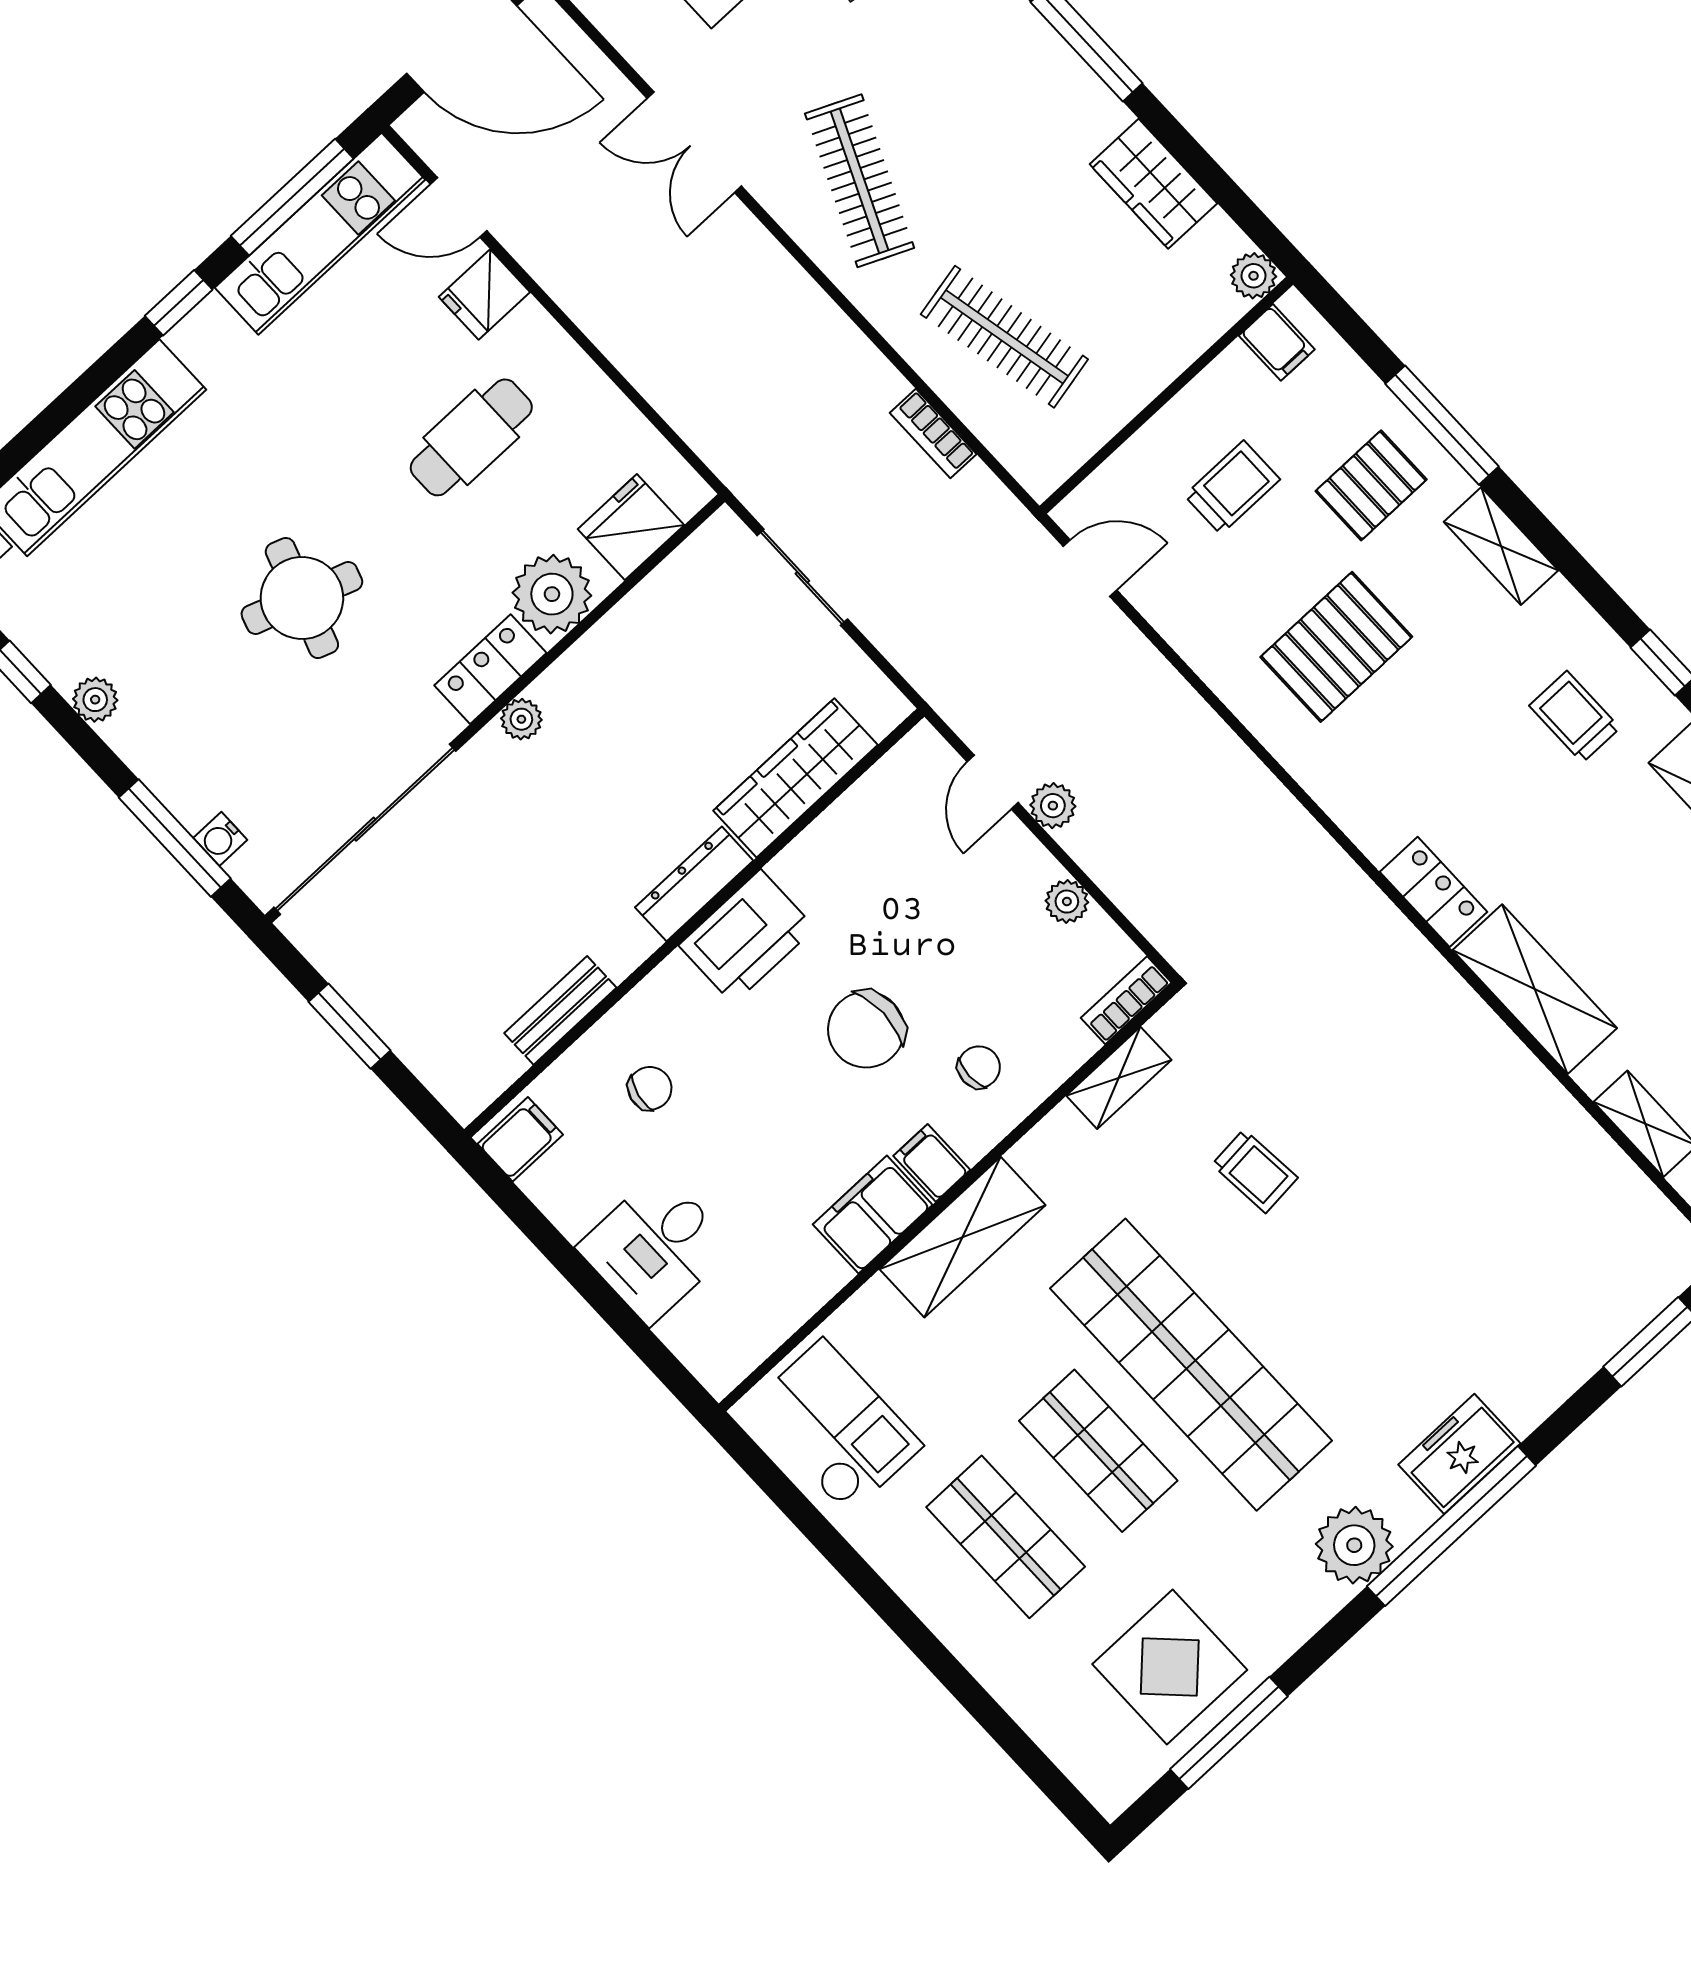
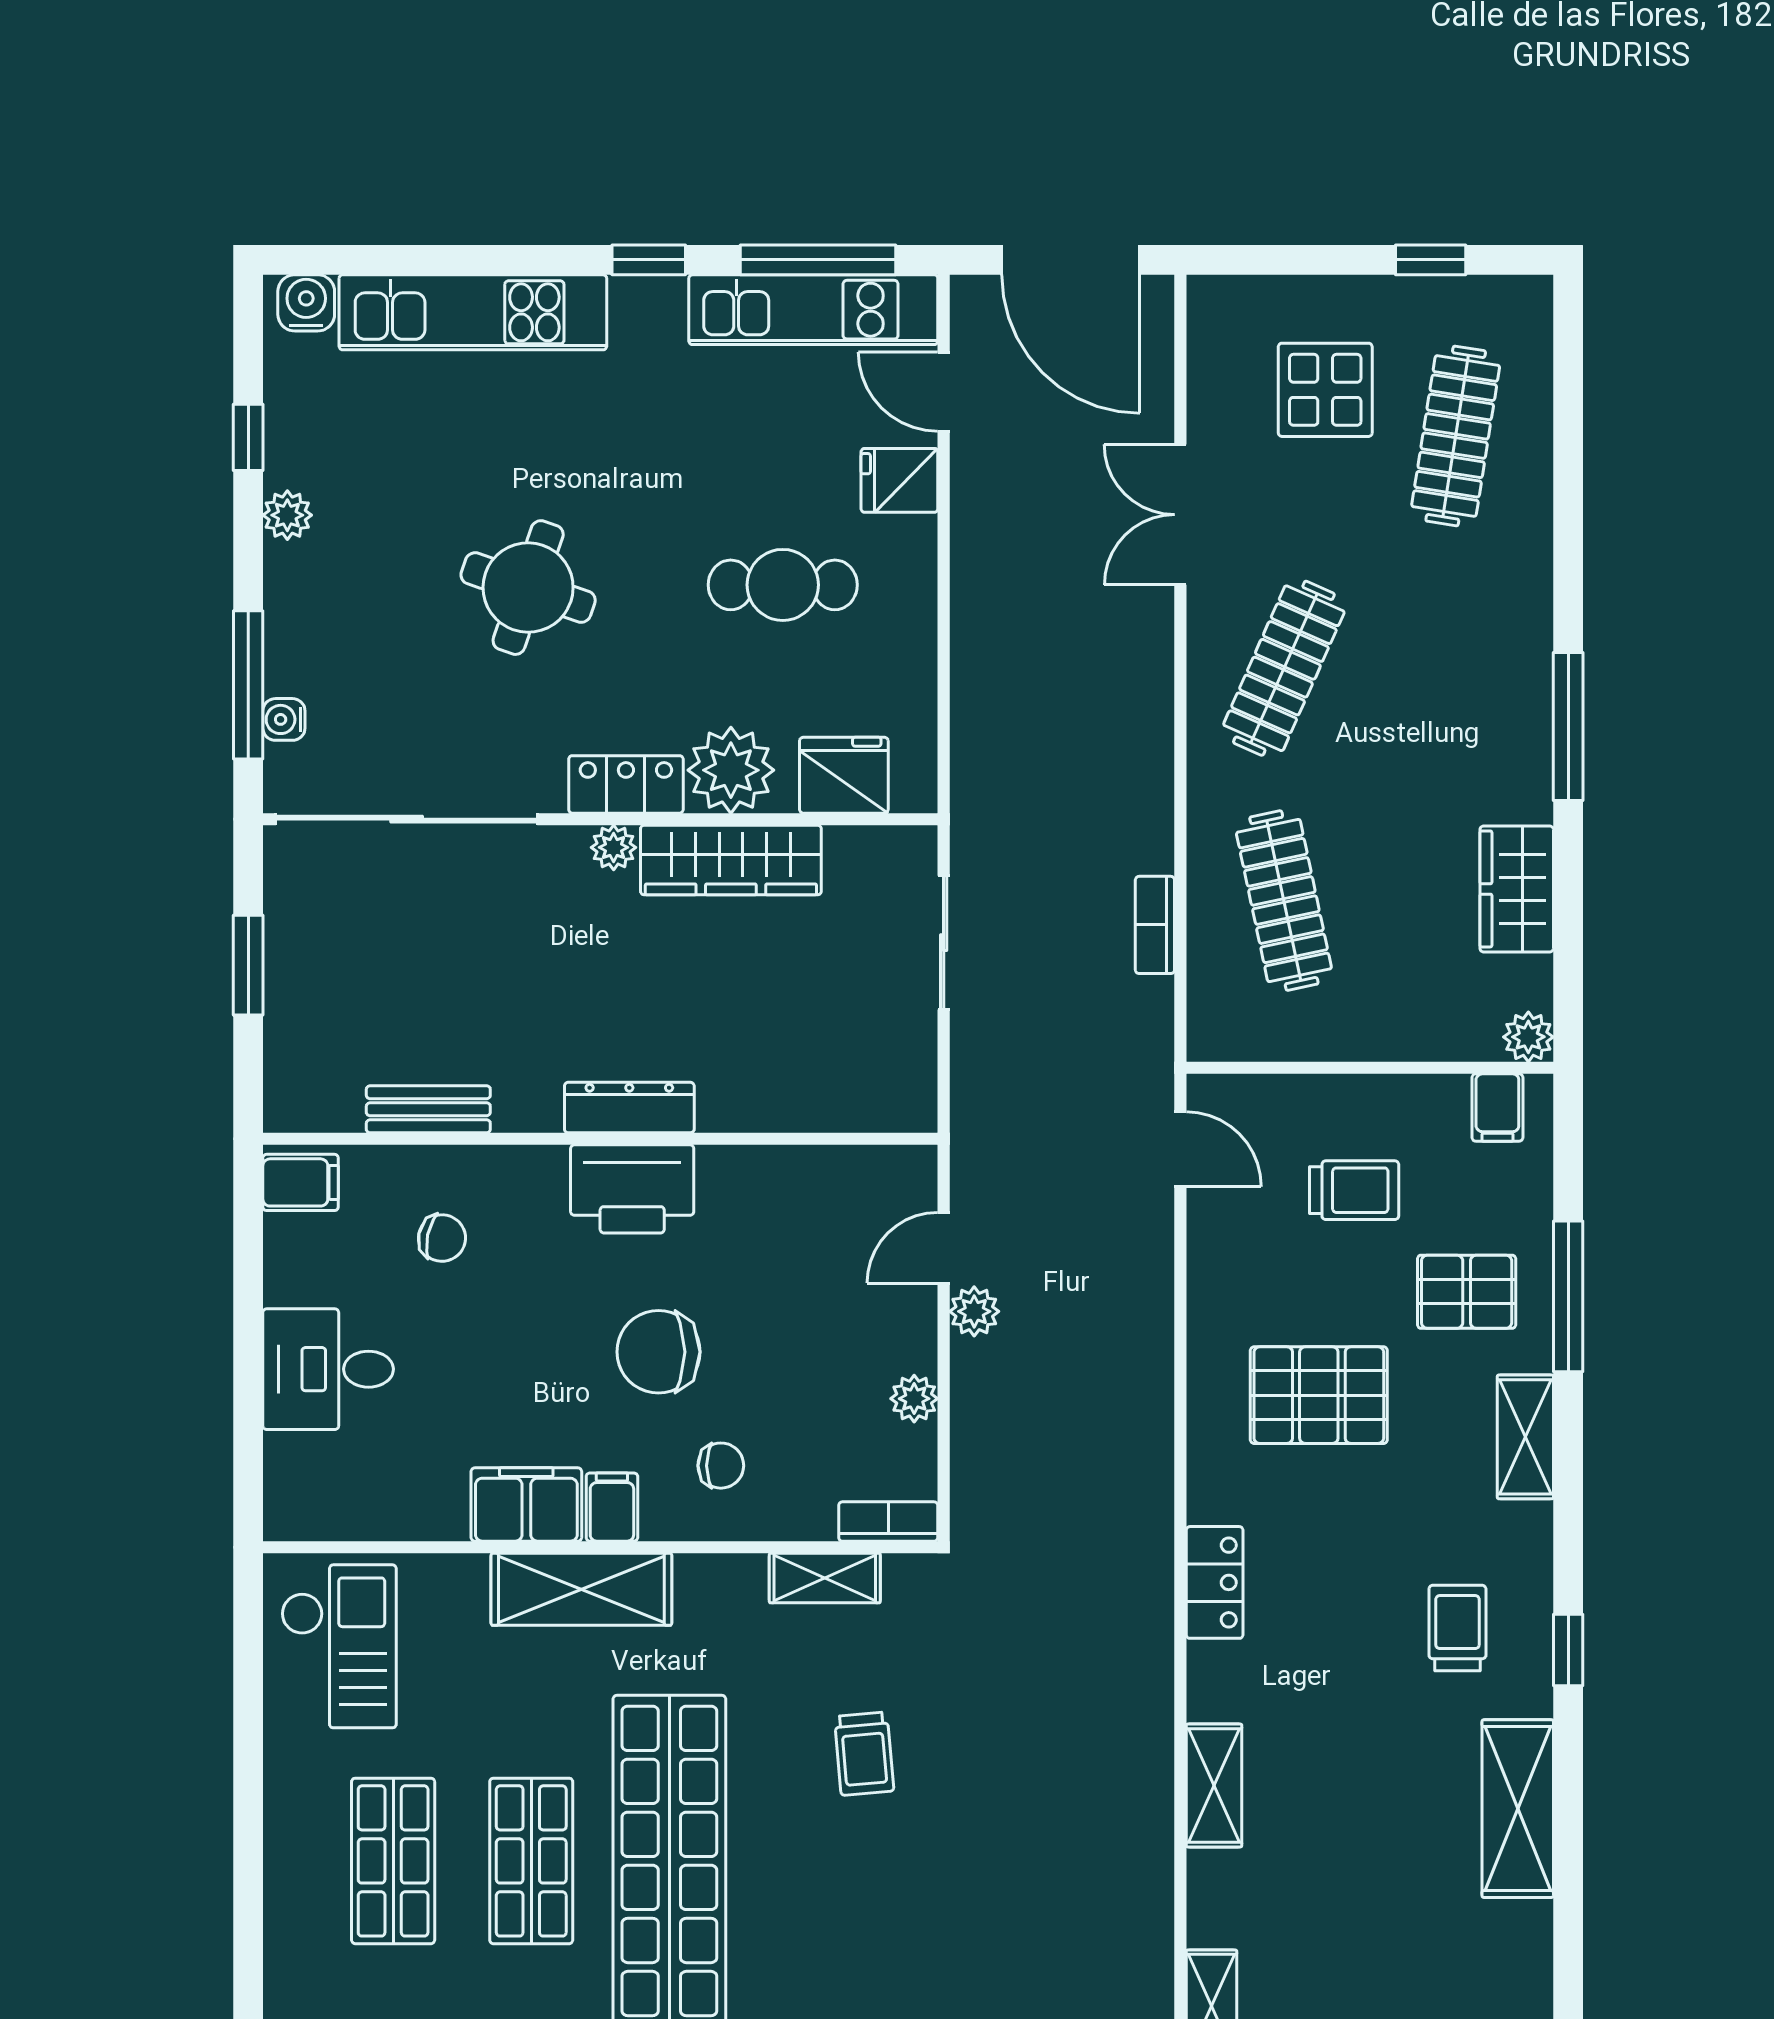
wardrobe: (795, 778) -> (731, 860), moved, turned 180
locker: (1434, 892) -> (1215, 1582), moved
shelving: (1535, 989) -> (1214, 1785), width x0.67, depth x0.75

